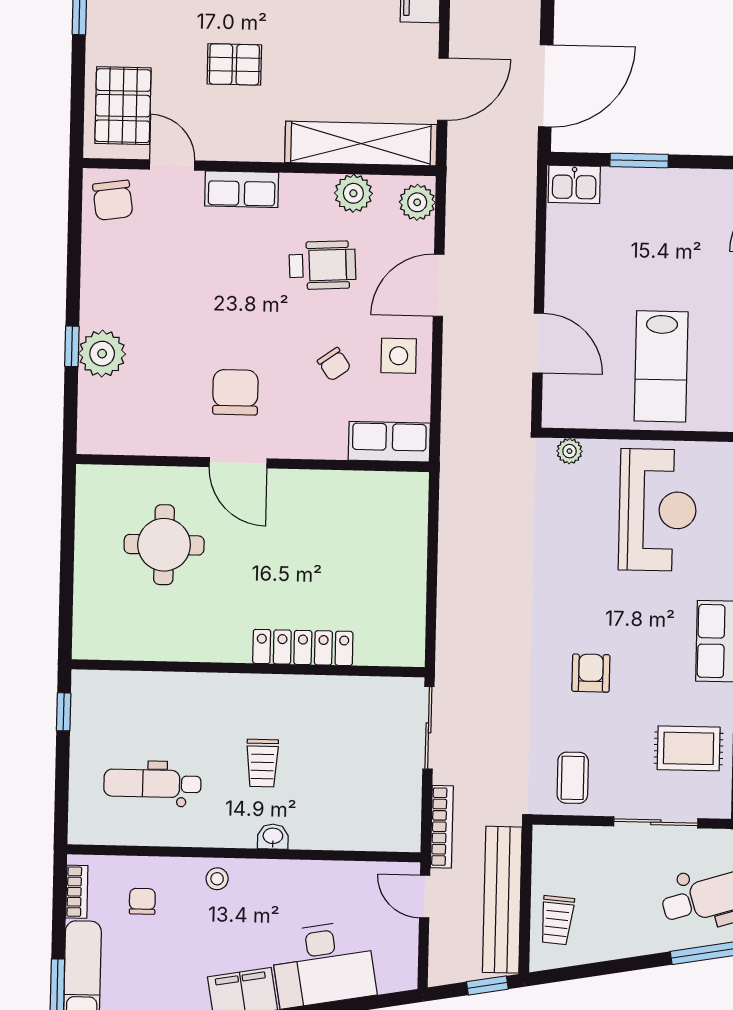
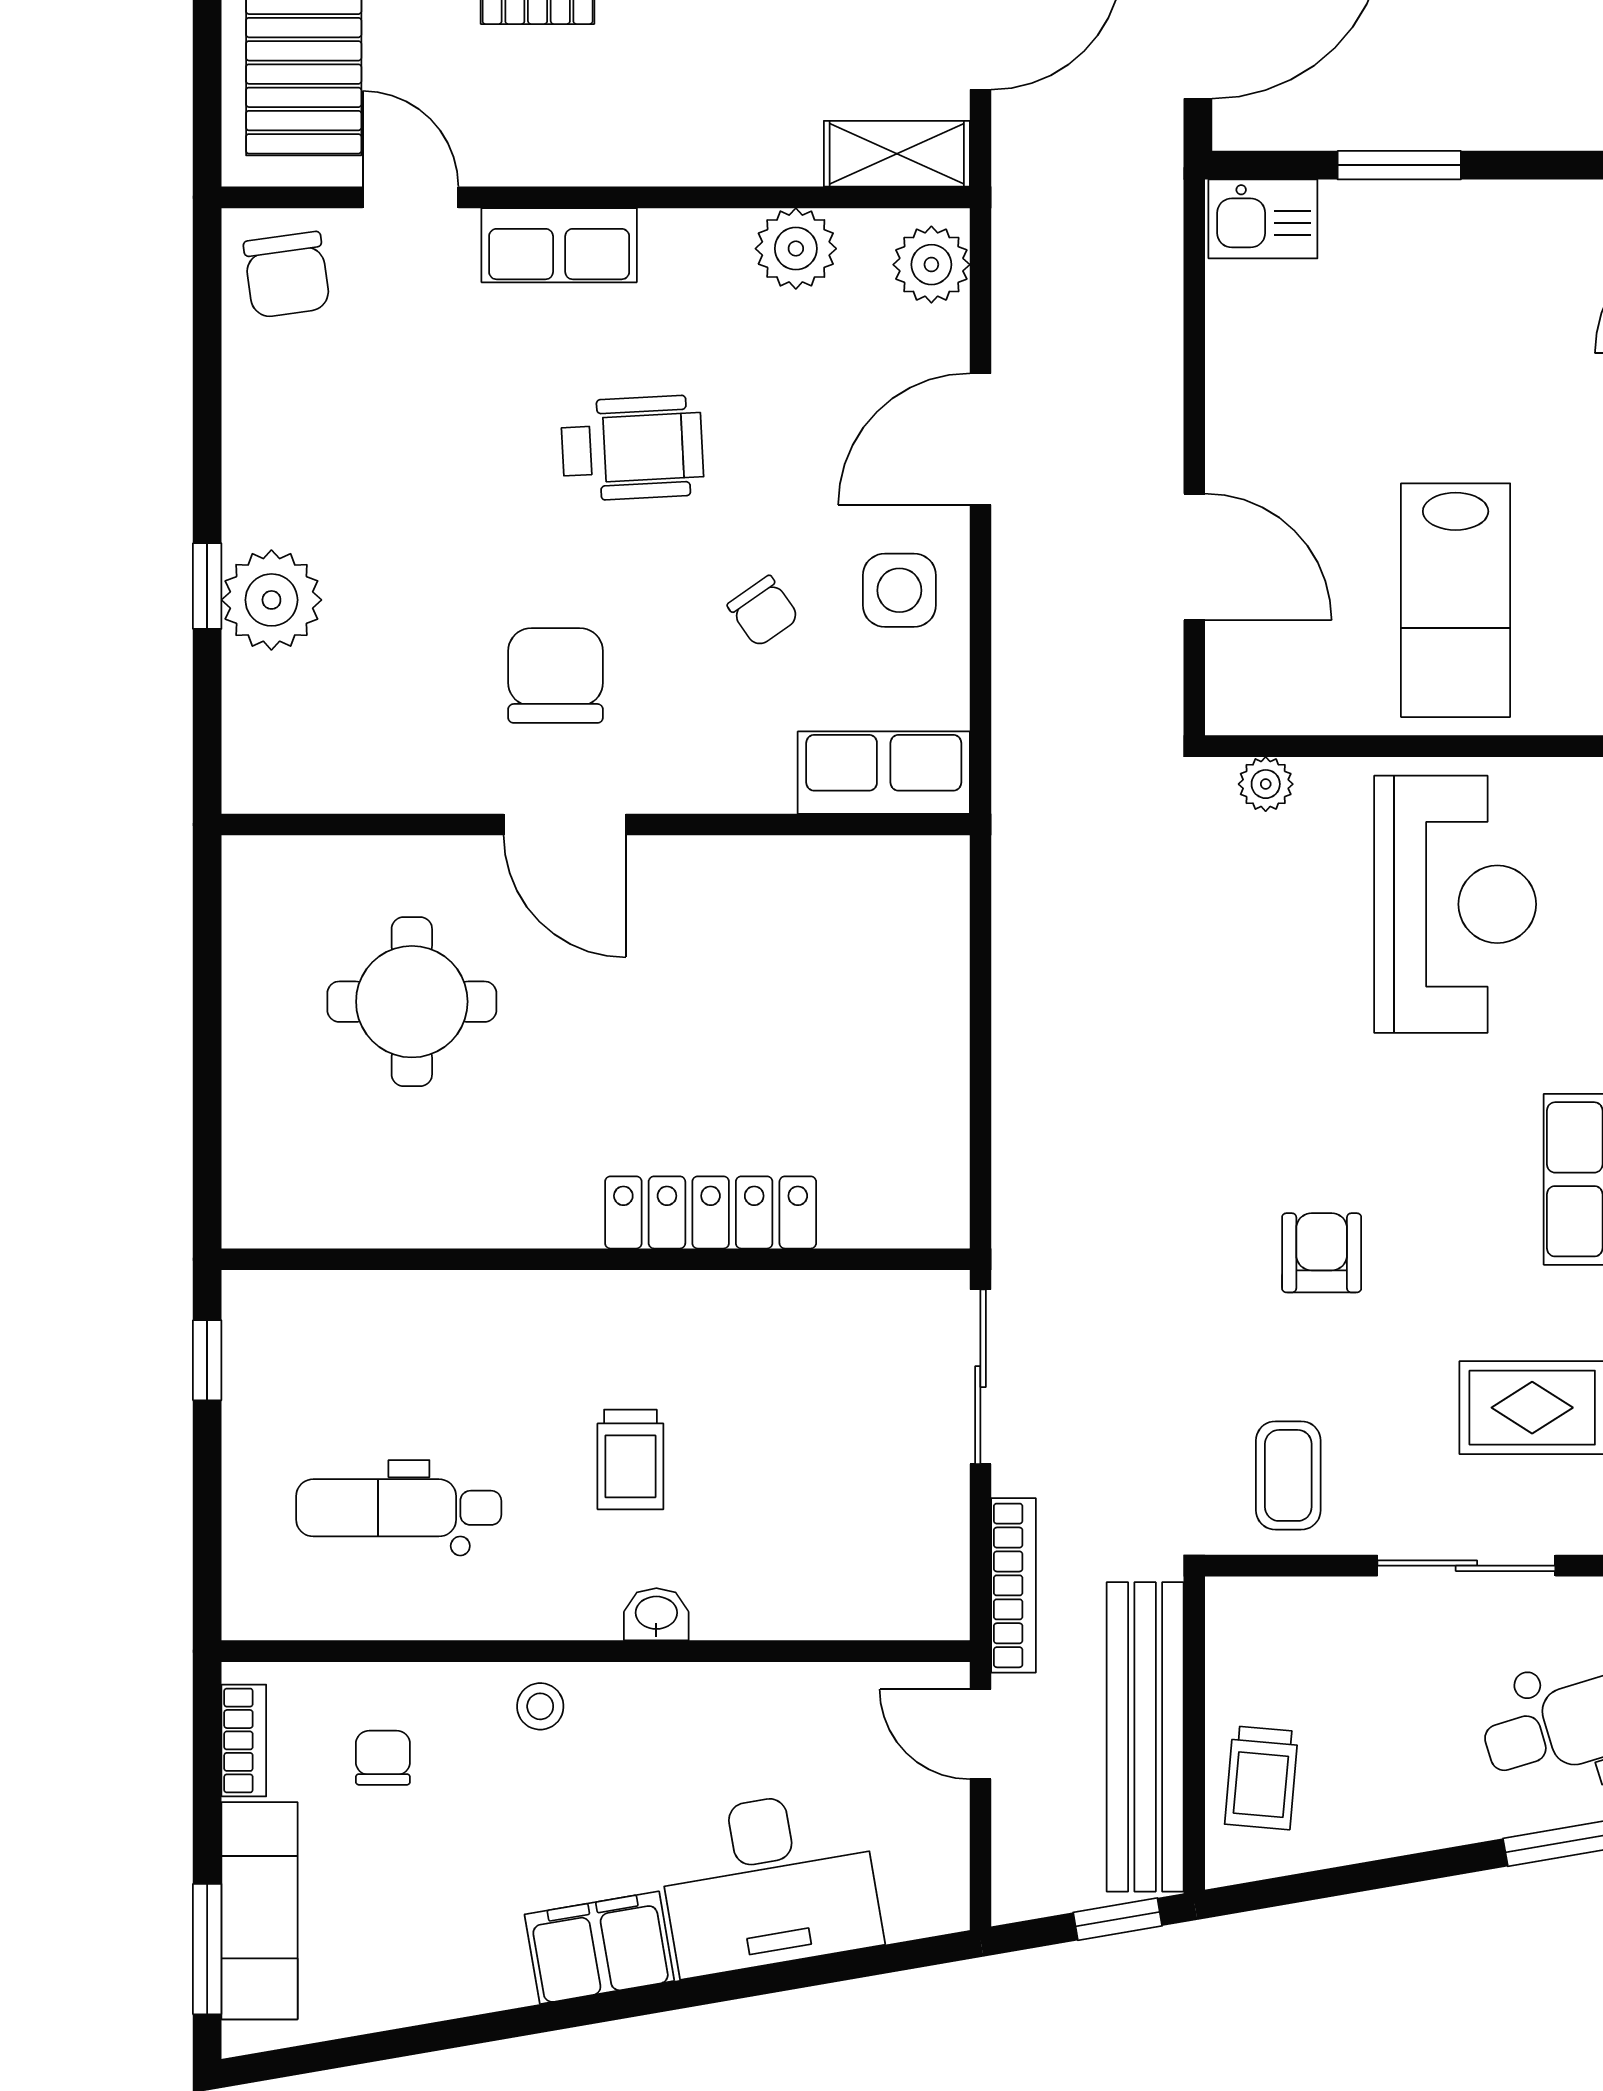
shelving: (361, 144) -> (897, 154), width x0.45, depth x0.75
wheelchair: (322, 265) -> (632, 448), moved

